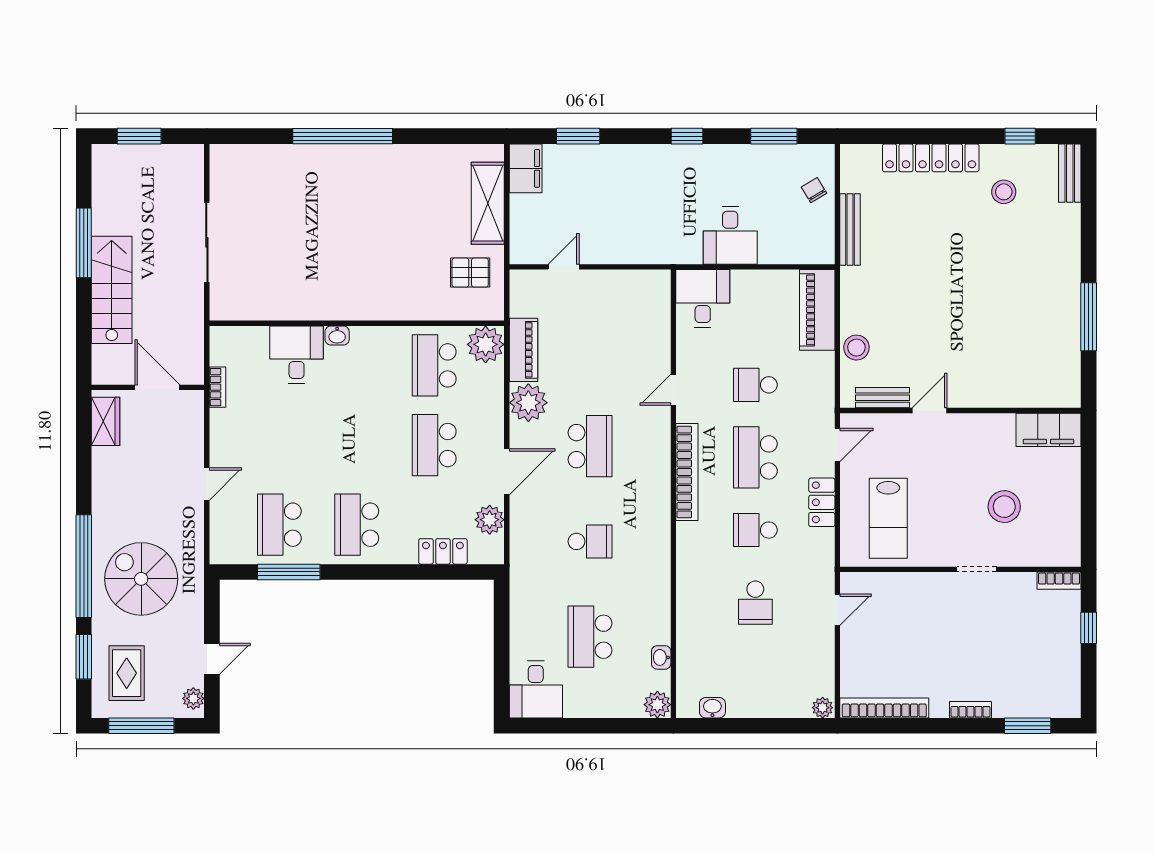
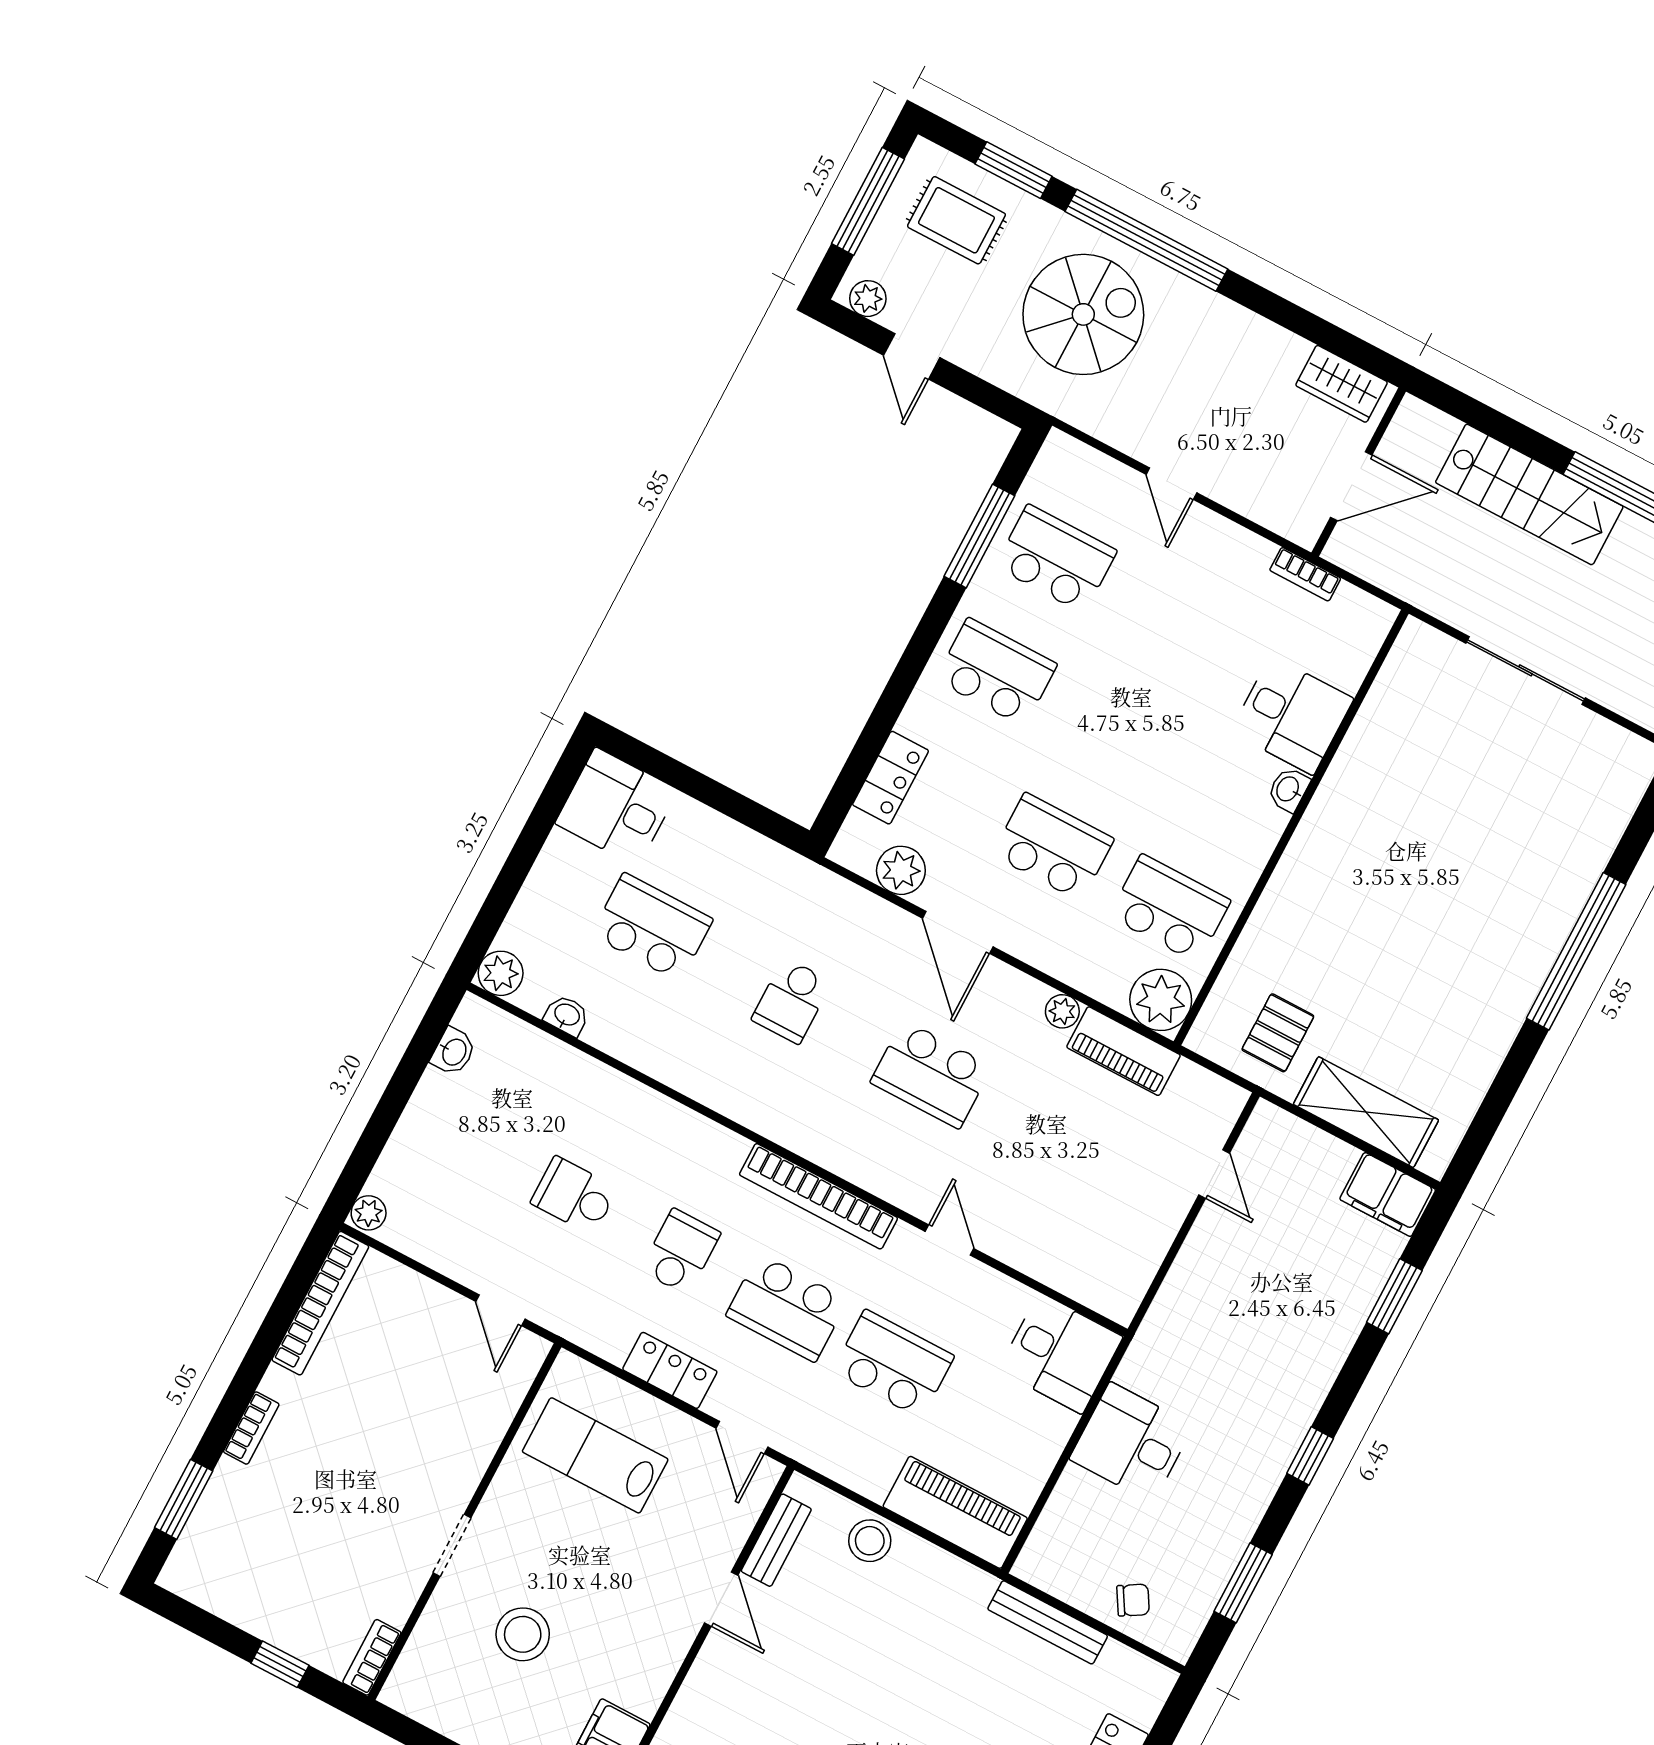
school desk: (755, 385) -> (893, 1364), width x1.85
plant: (528, 403) -> (1062, 1011), width x0.53, depth x0.53
school desk: (755, 457) -> (787, 1308), turned 180

